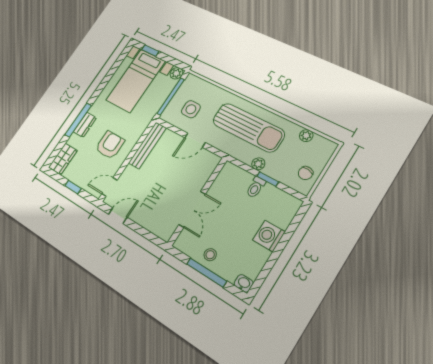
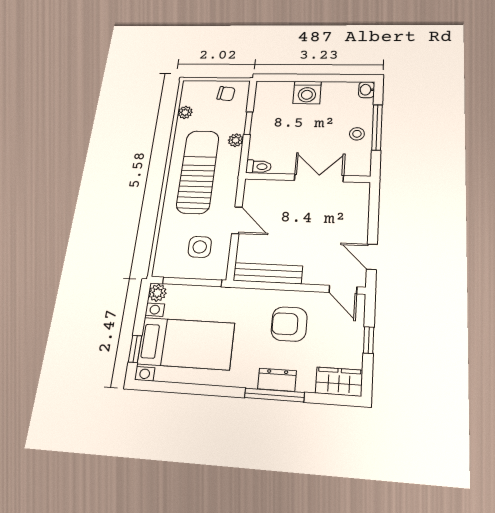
toilet: (256, 187) -> (259, 167), moved

